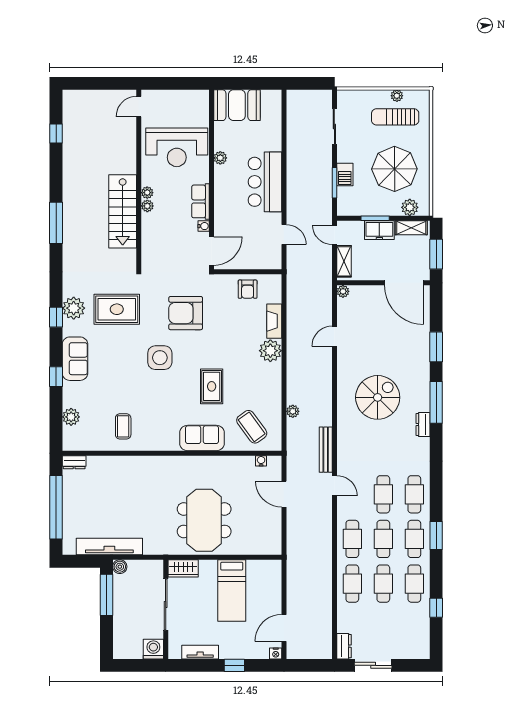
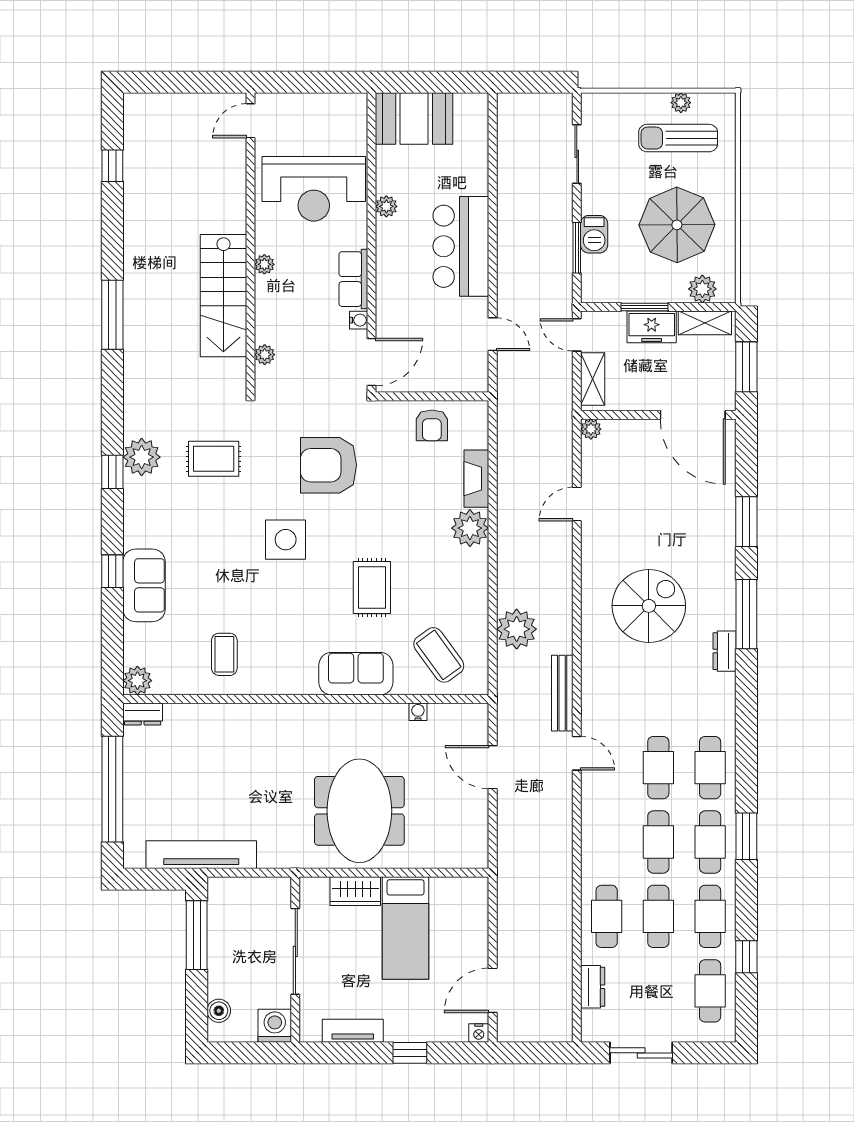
plant: (147, 206) -> (265, 355), moved
rug: (117, 309) -> (214, 459), width x0.73, depth x0.70
sofa: (75, 359) -> (144, 585), moved
plant: (293, 411) -> (517, 629), width x1.88, depth x1.88
plant: (71, 417) -> (137, 681), moved
water cooler: (261, 461) -> (418, 712), moved
cafe table: (352, 539) -> (710, 991), moved
boiler: (120, 567) -> (219, 1011), moved
wardrobe: (183, 568) -> (355, 891), moved
dresser: (344, 646) -> (593, 987), moved

